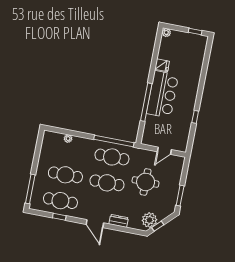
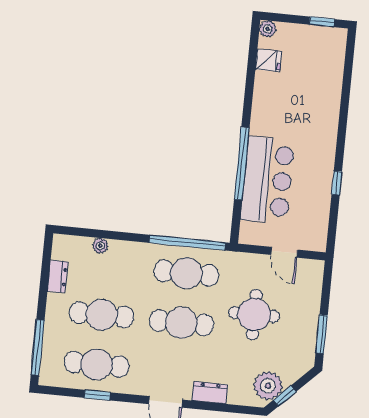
fridge: (162, 65) -> (268, 60), moved
bar counter: (162, 94) -> (268, 180), moved
door: (164, 151) -> (284, 252), hinge flipped
dresser: (44, 153) -> (58, 277), added

